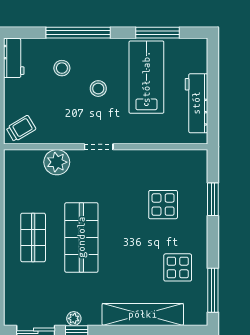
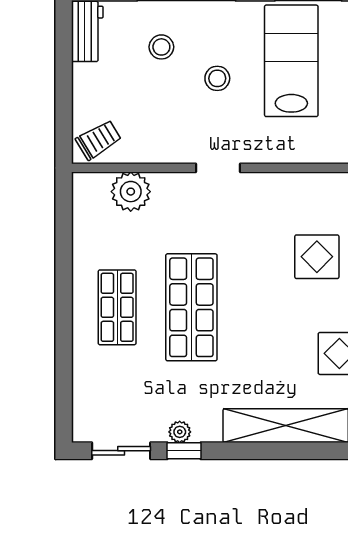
plant: (57, 162) -> (131, 192), moved

